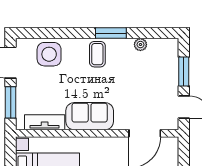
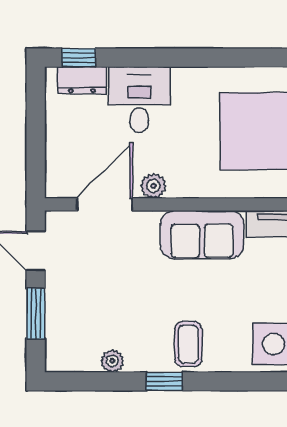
window: (111, 33) -> (165, 381), width x0.67
plant: (117, 144) -> (153, 186), added

